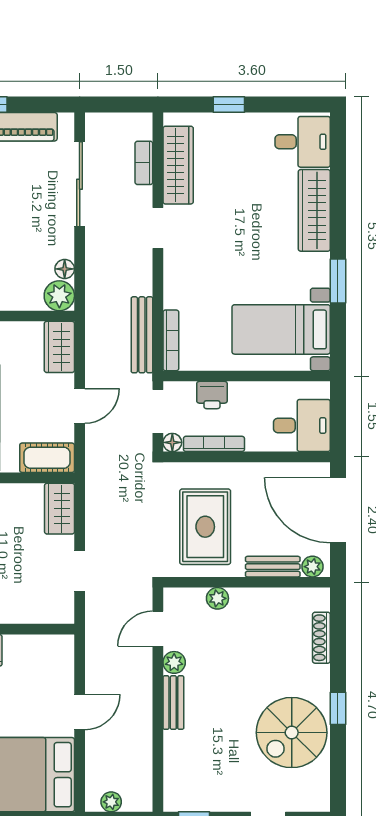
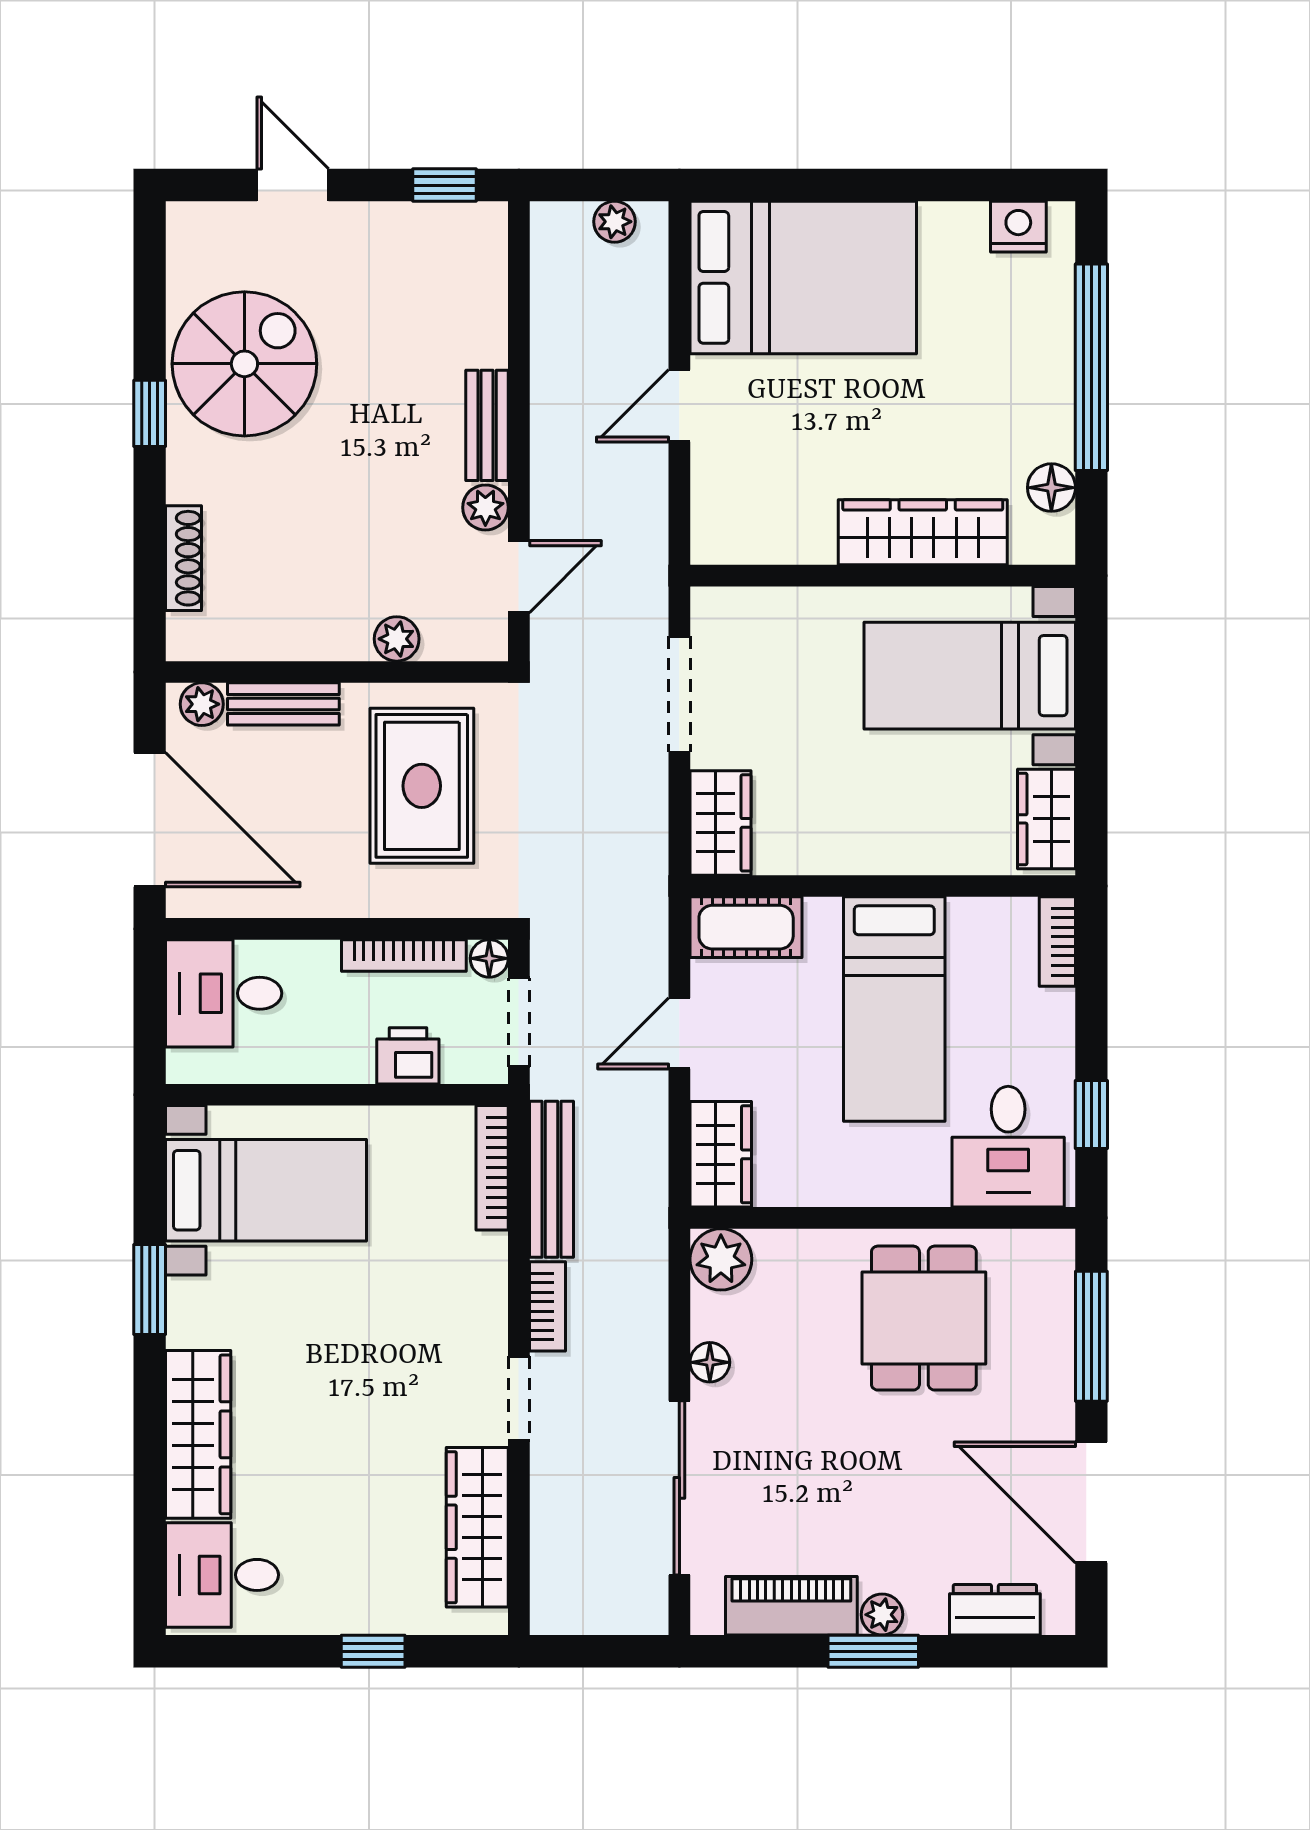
bookcase: (144, 163) -> (547, 1306), moved
floor lamp: (65, 269) -> (710, 1362), moved
doorway: (80, 571) -> (679, 694), width x1.38

